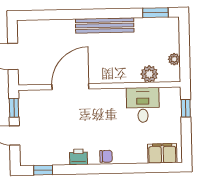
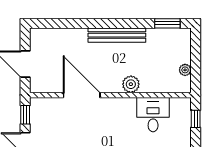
plant: (149, 74) -> (131, 84), moved
door: (70, 87) -> (82, 95), hinge flipped

